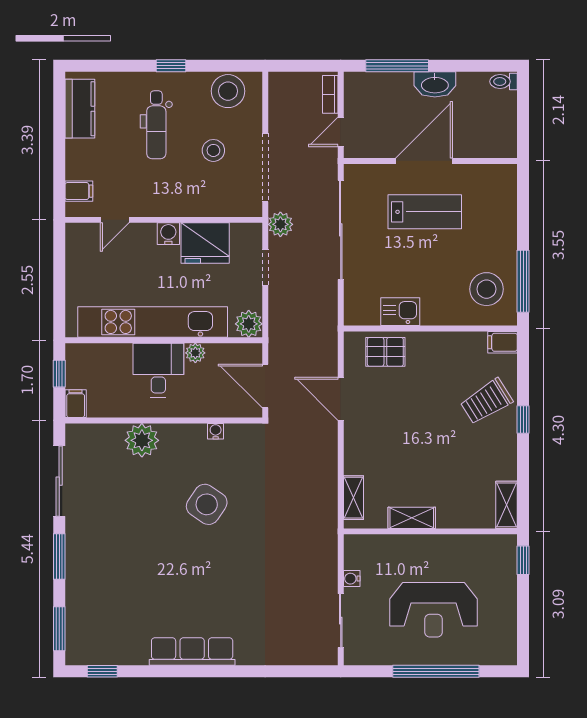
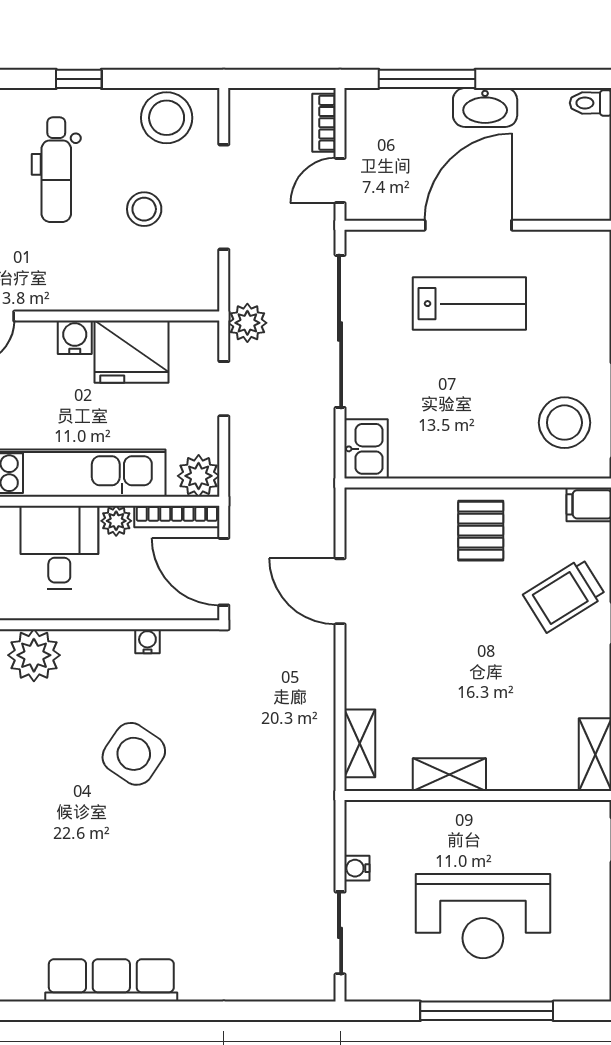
doorway: (265, 168) -> (224, 197), moved
kitchen sink: (400, 312) -> (366, 449), moved, turned 90
bookcase: (235, 350) -> (177, 517), added
pallet: (385, 352) -> (481, 531), moved, turned 90

